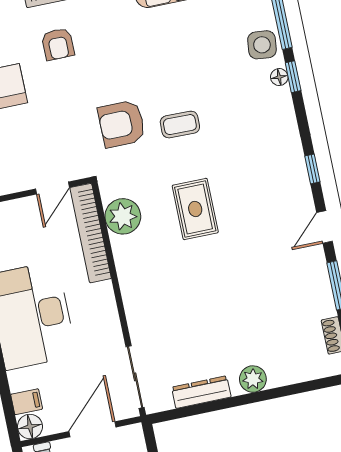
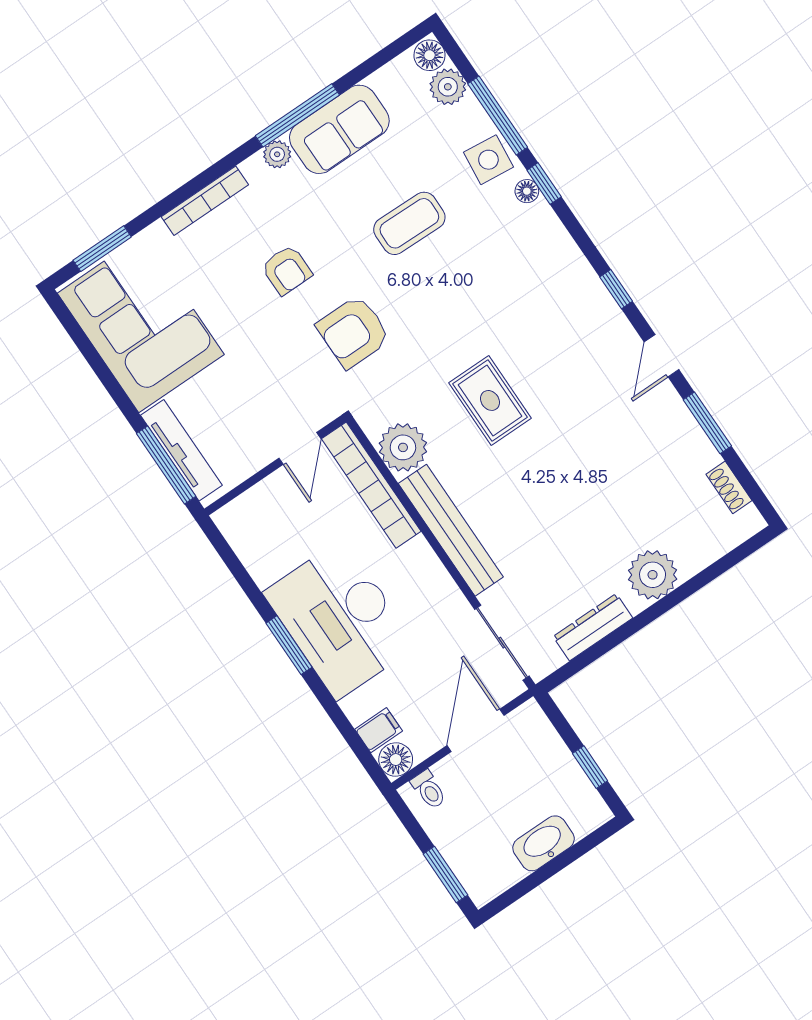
armchair: (58, 44) -> (287, 270), moved
coffee table: (180, 125) -> (409, 223), moved, width x1.36, depth x1.30
bench: (132, 286) -> (451, 530), added
plant: (253, 379) -> (653, 575), width x1.36, depth x1.36

